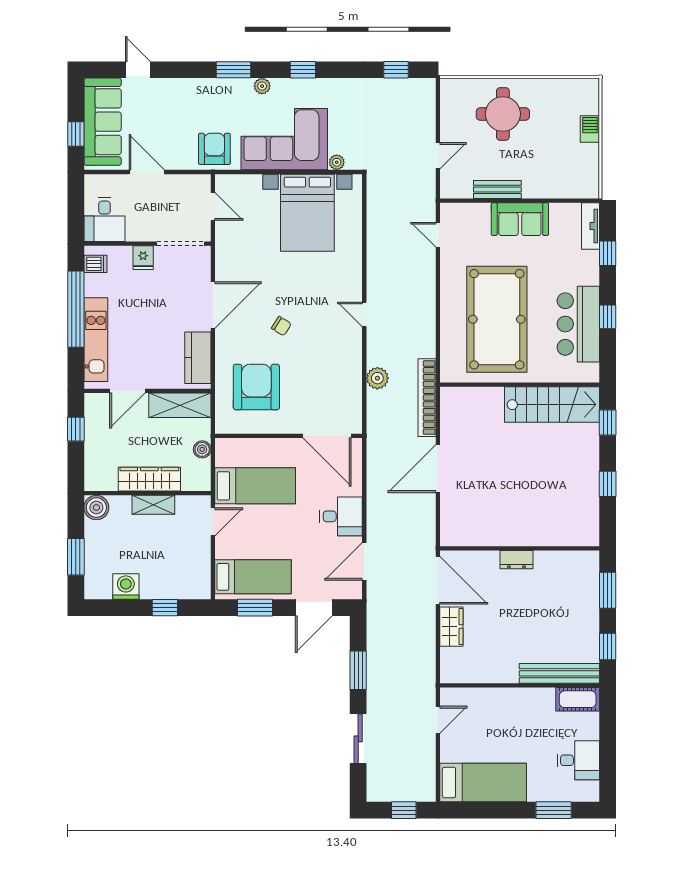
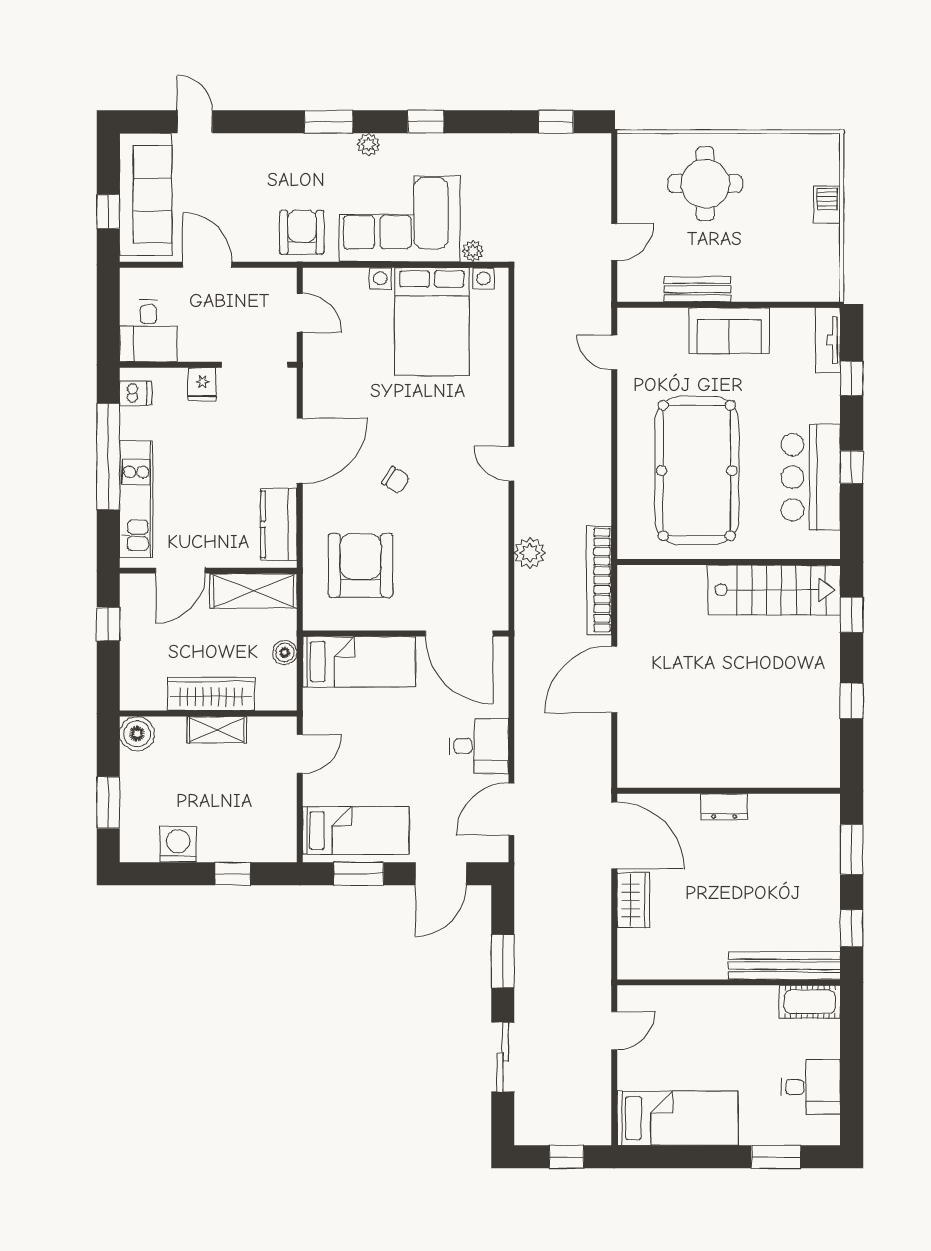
bed: (255, 486) -> (359, 662), moved

